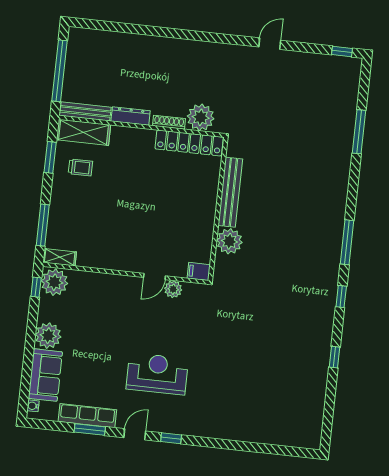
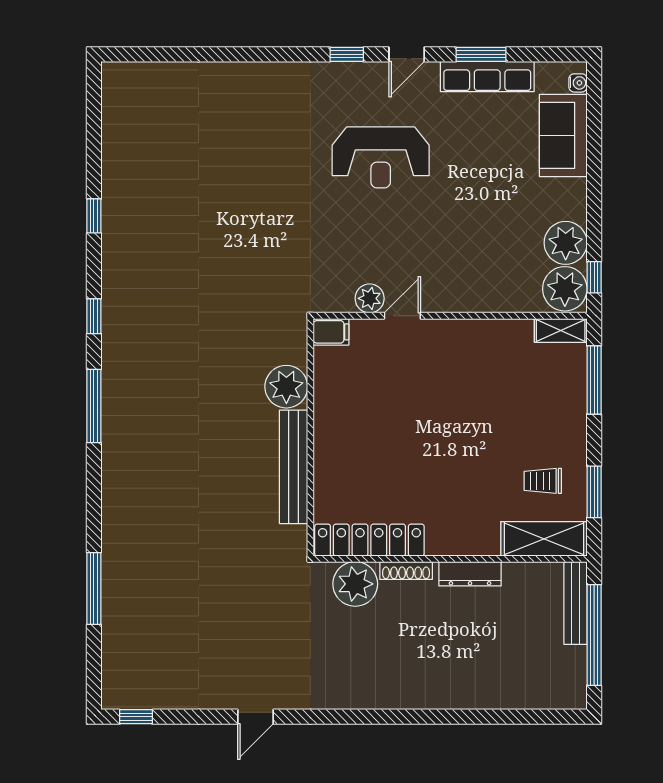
bench: (85, 111) -> (575, 603), moved, turned 90
plant: (48, 336) -> (566, 243), moved

